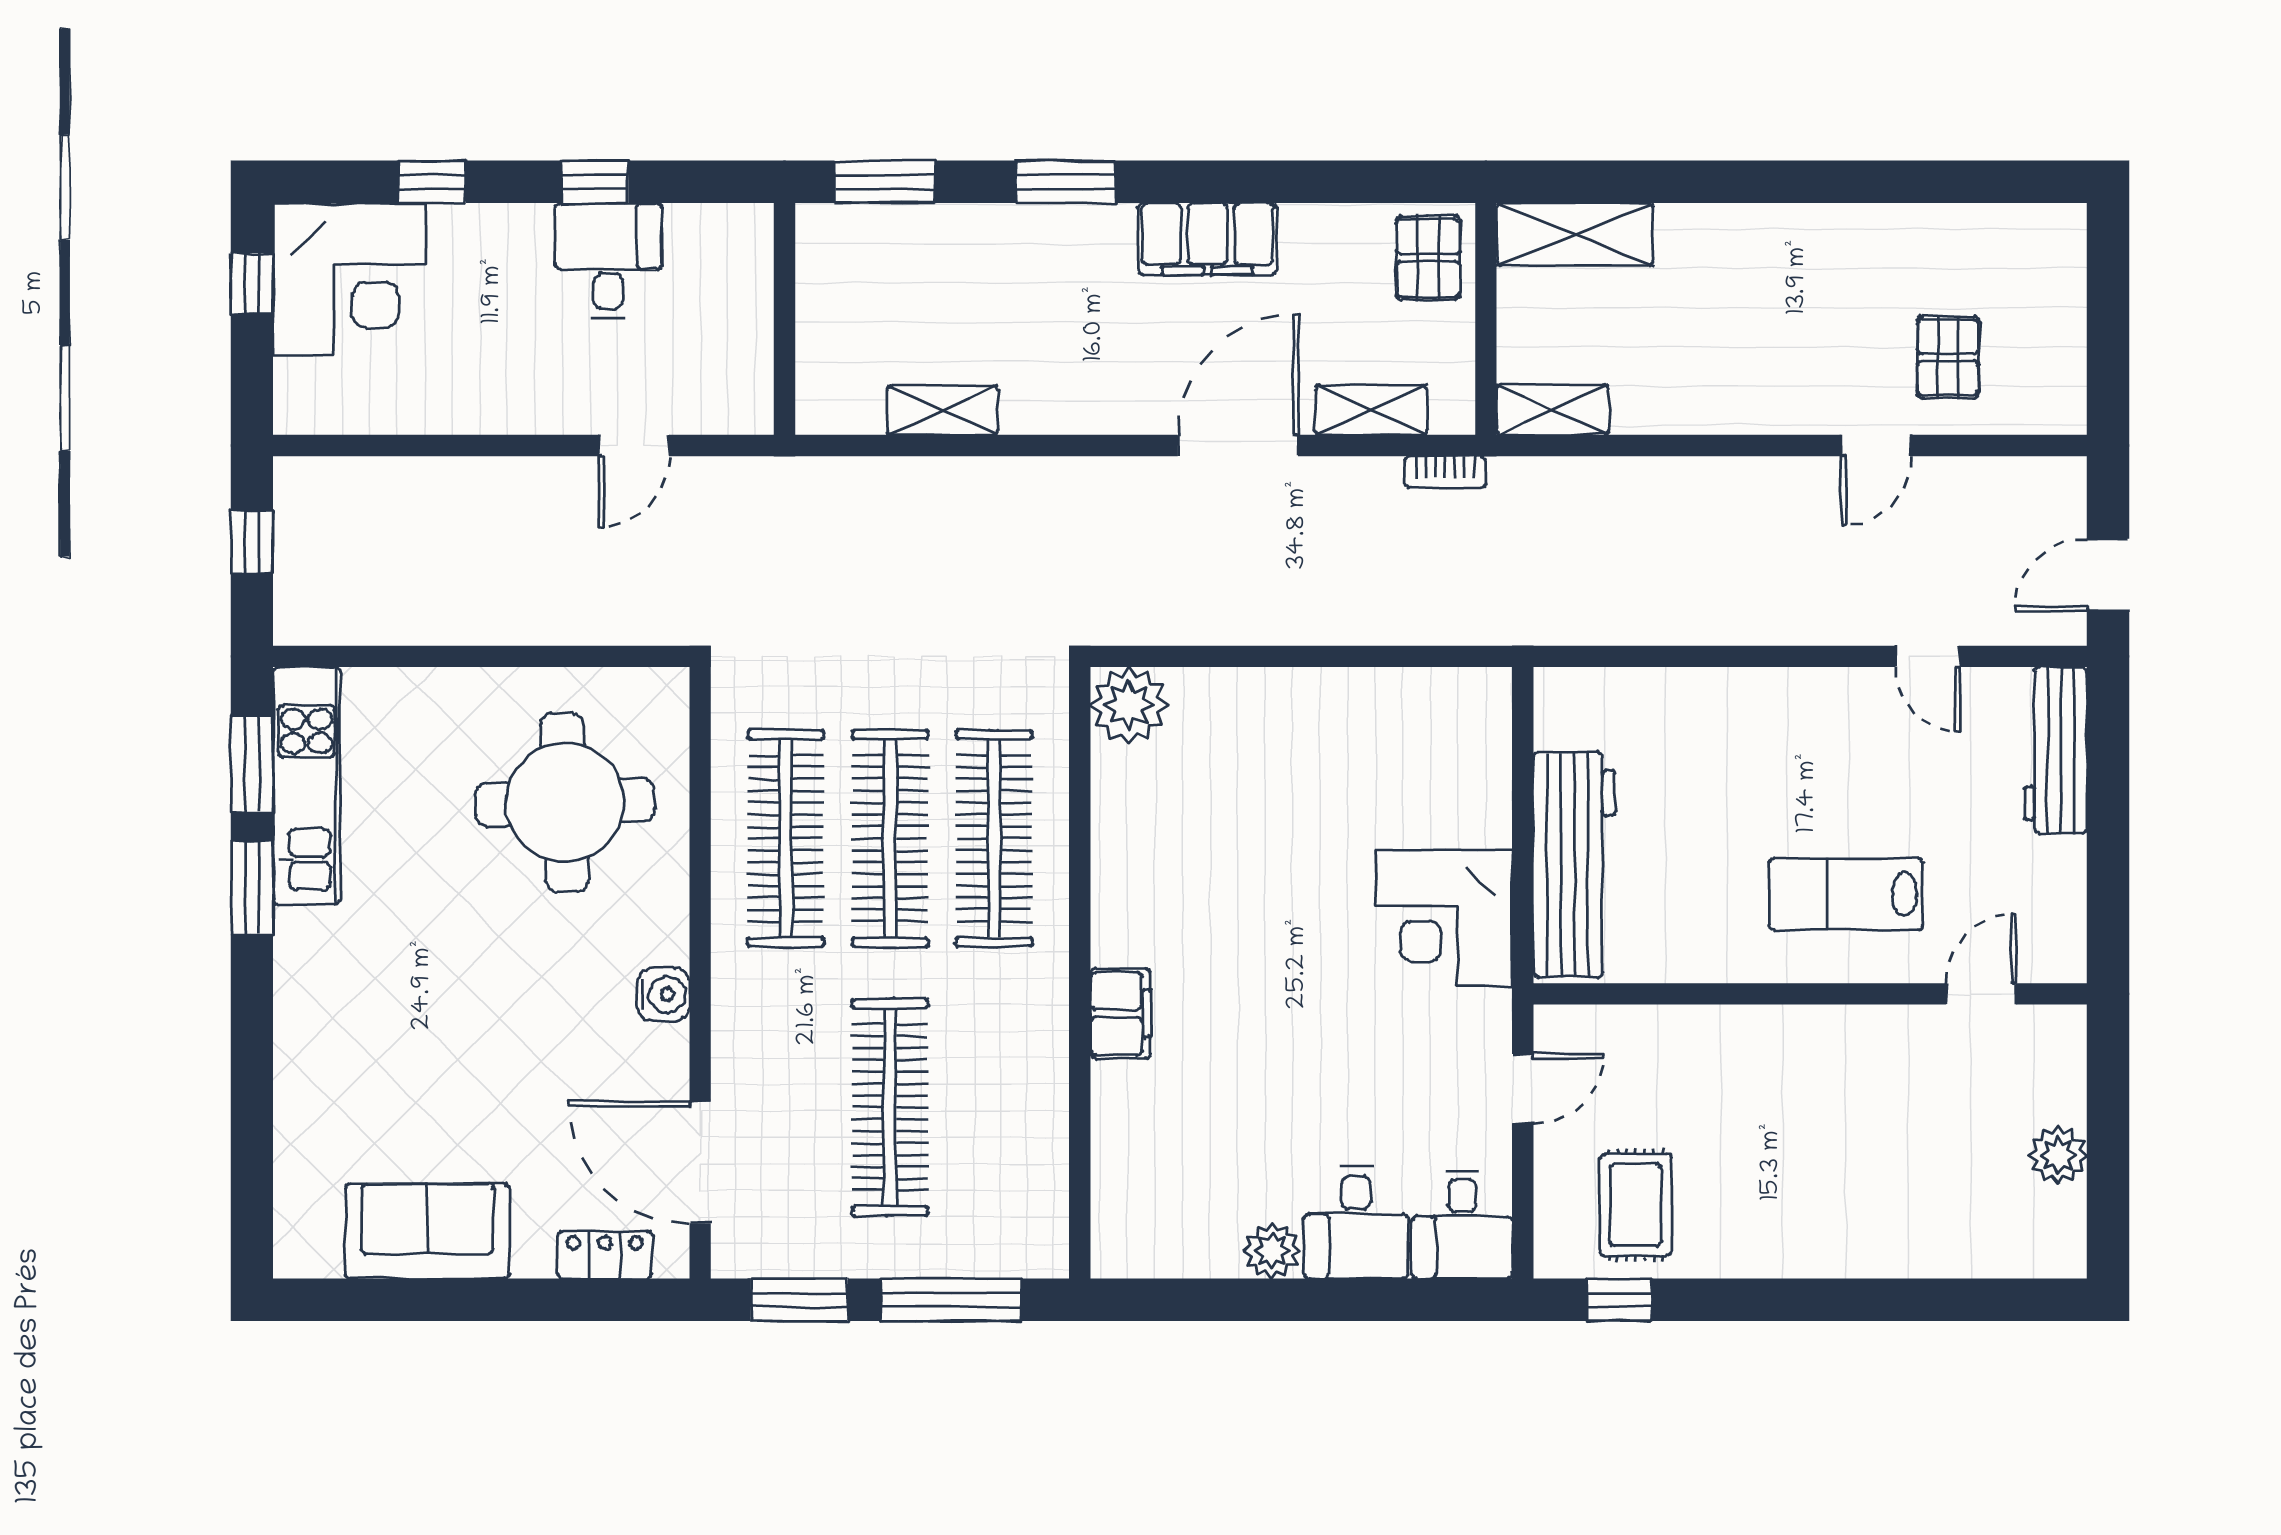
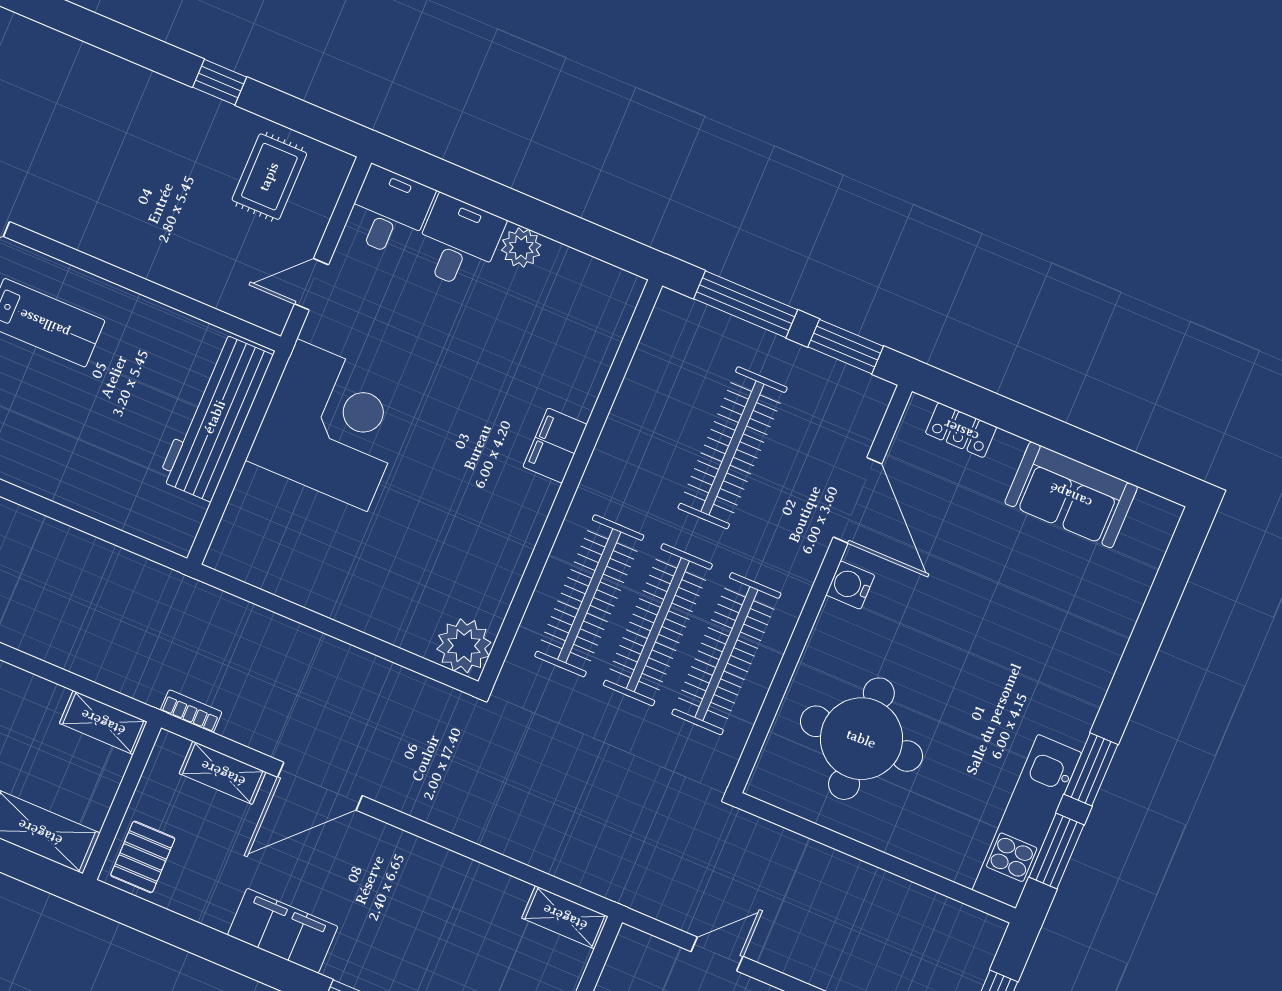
shelving: (942, 410) -> (565, 917), moved
corner desk: (1444, 918) -> (332, 425), width x1.36, depth x1.36
door: (700, 1163) -> (857, 500), moved
window: (1619, 1300) -> (220, 82), moved

